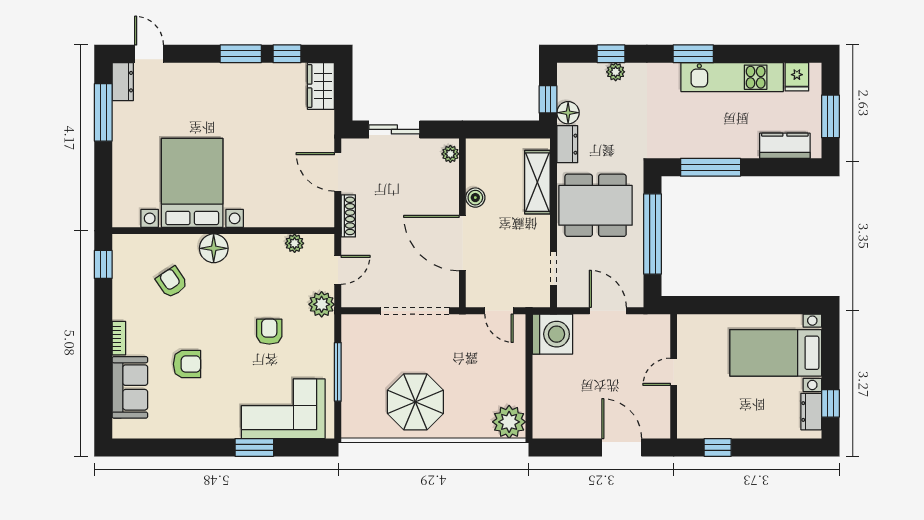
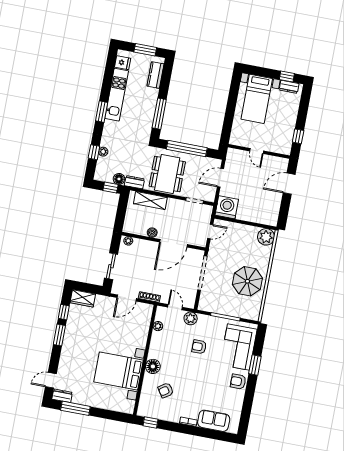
armchair: (187, 364) -> (238, 382), moved, turned -90

